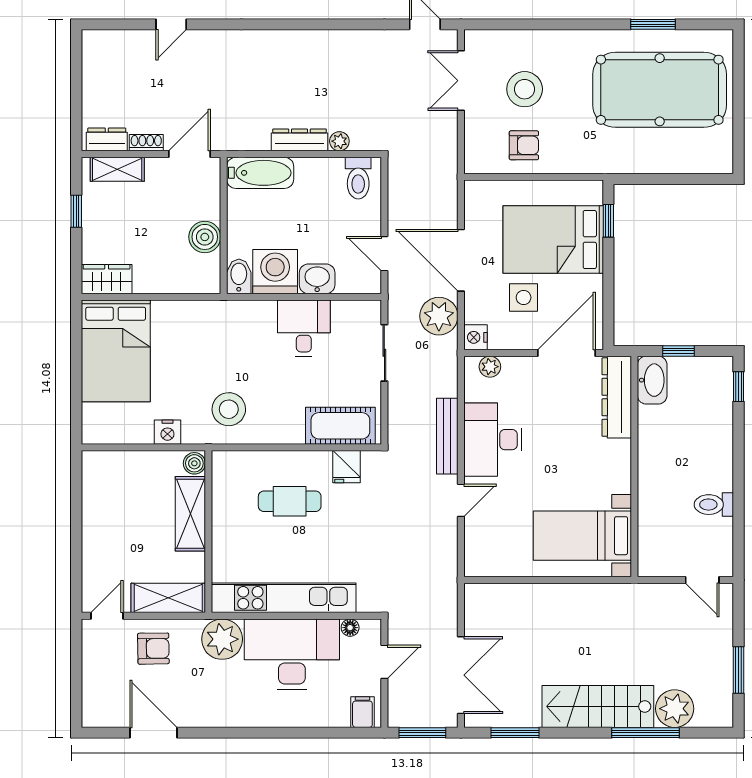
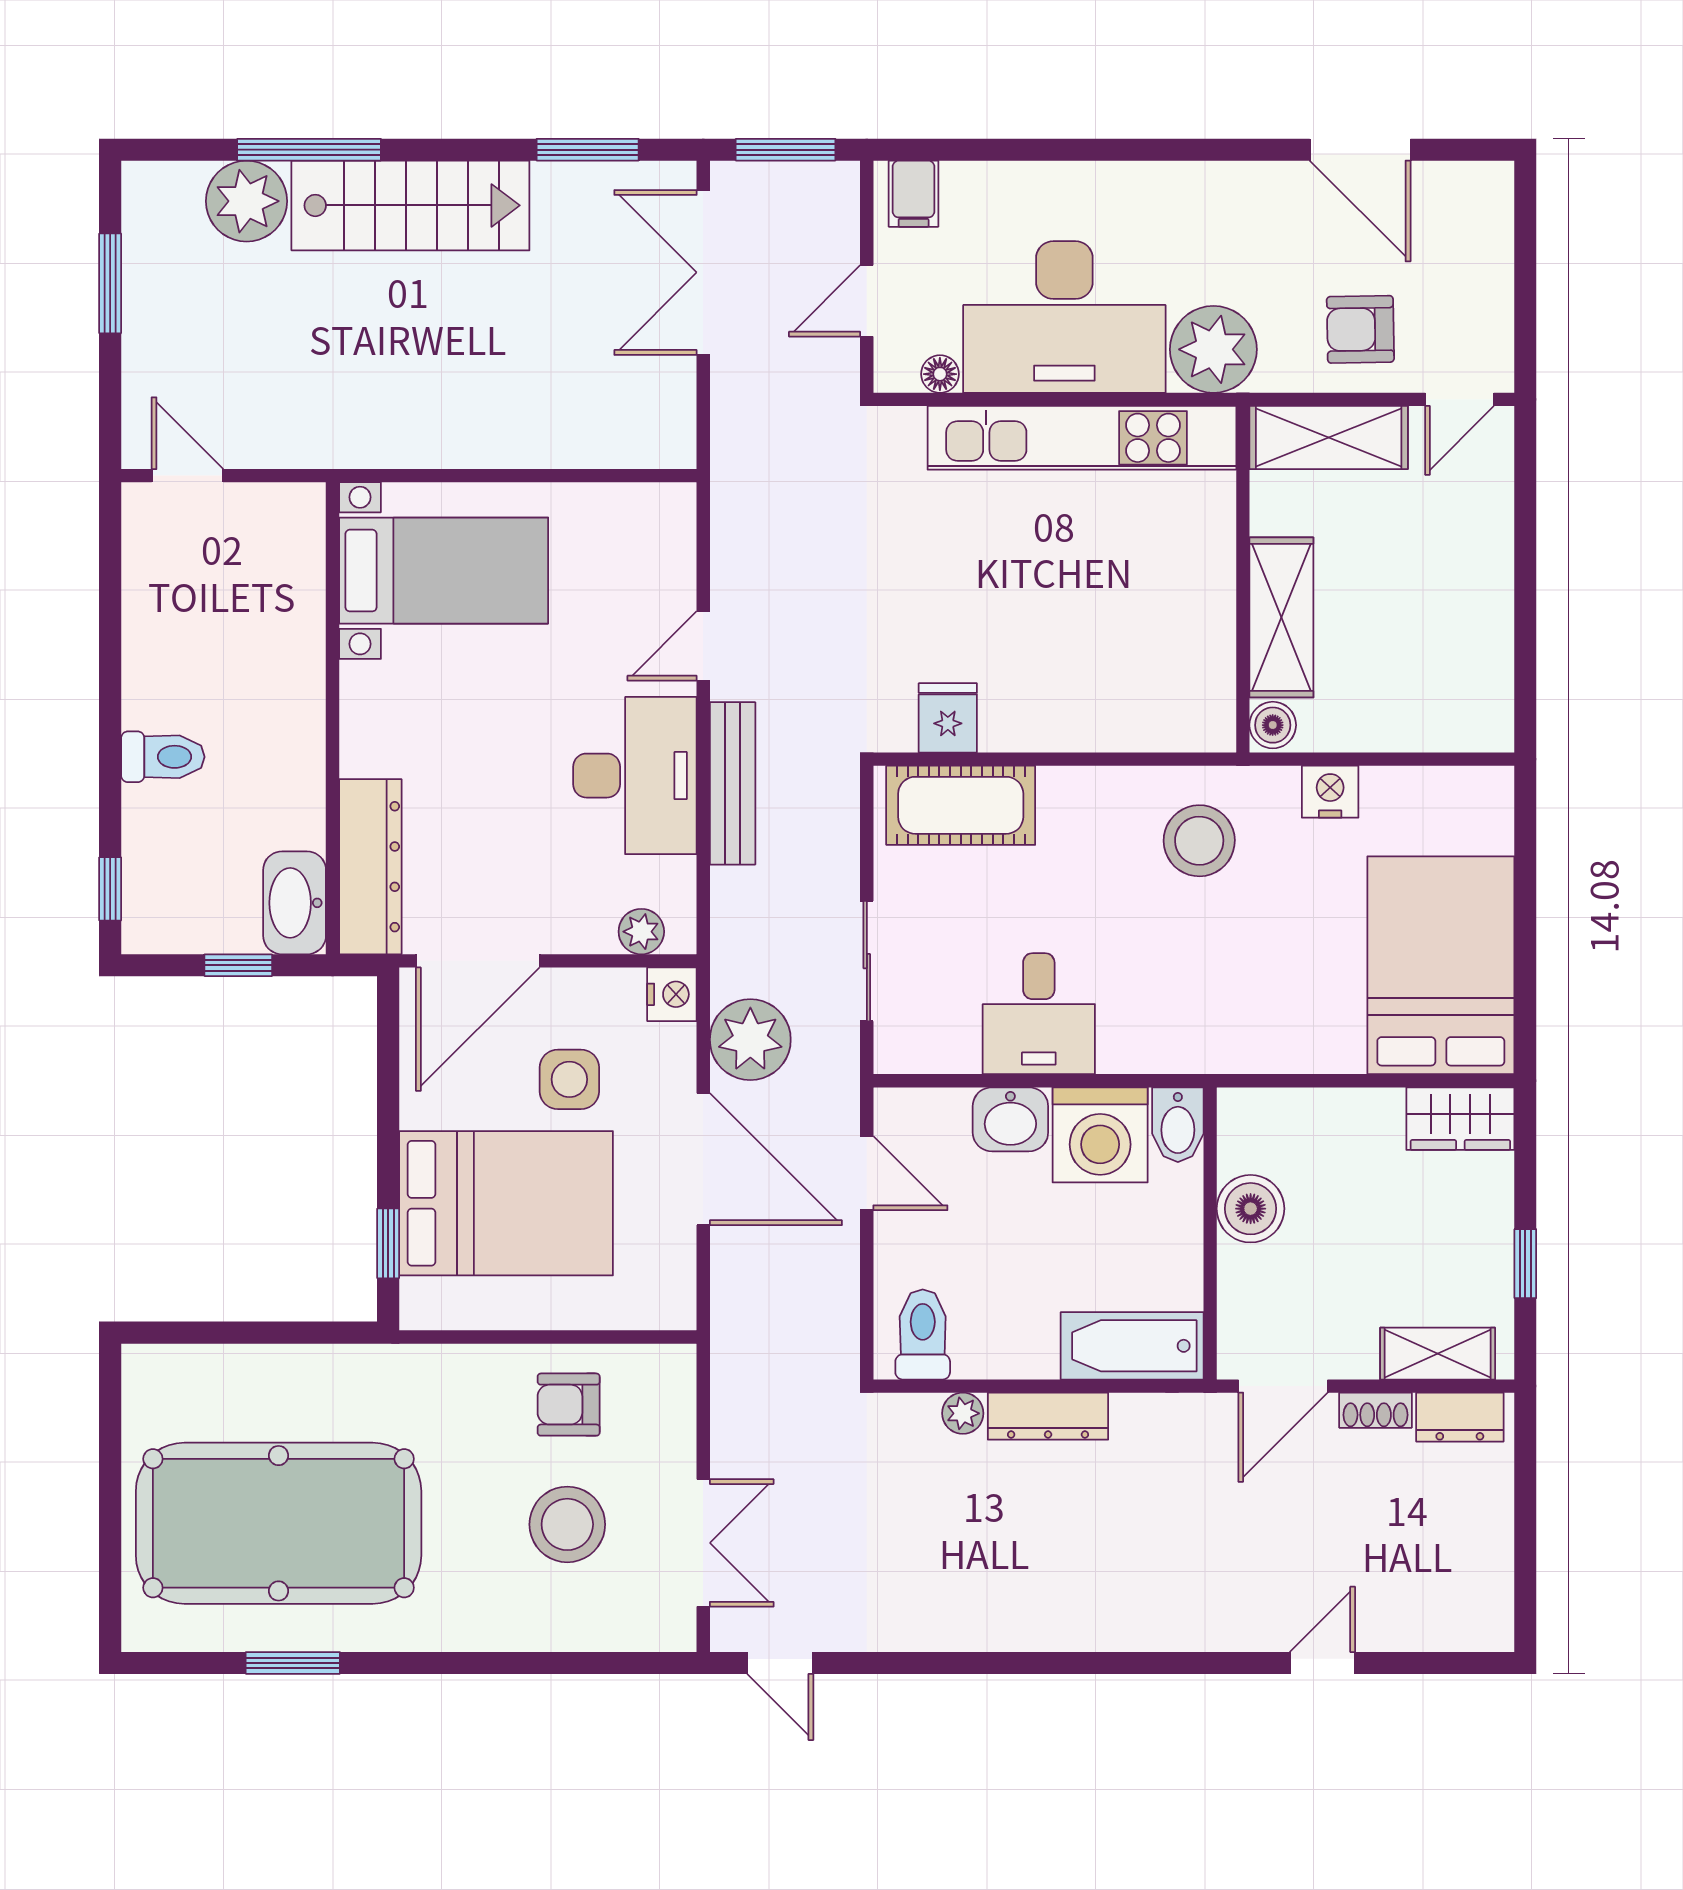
cafe table: (290, 501) -> (1069, 644), removed
toilet: (714, 505) -> (163, 757), moved

